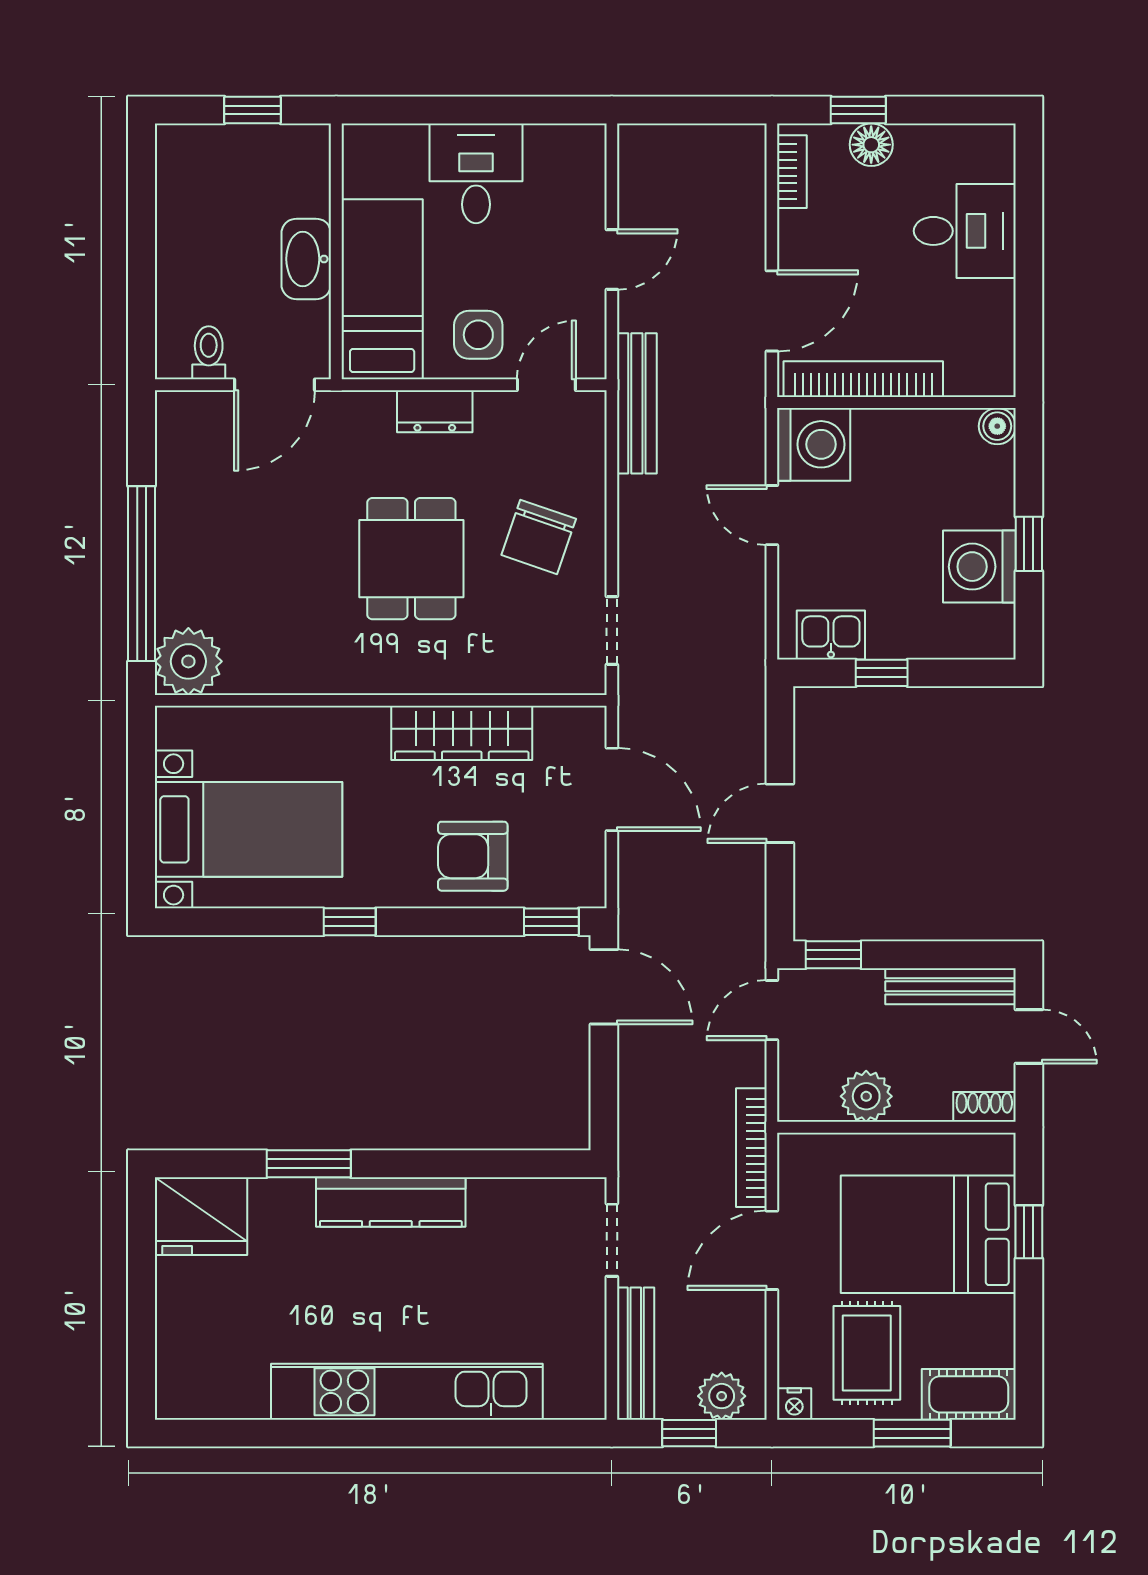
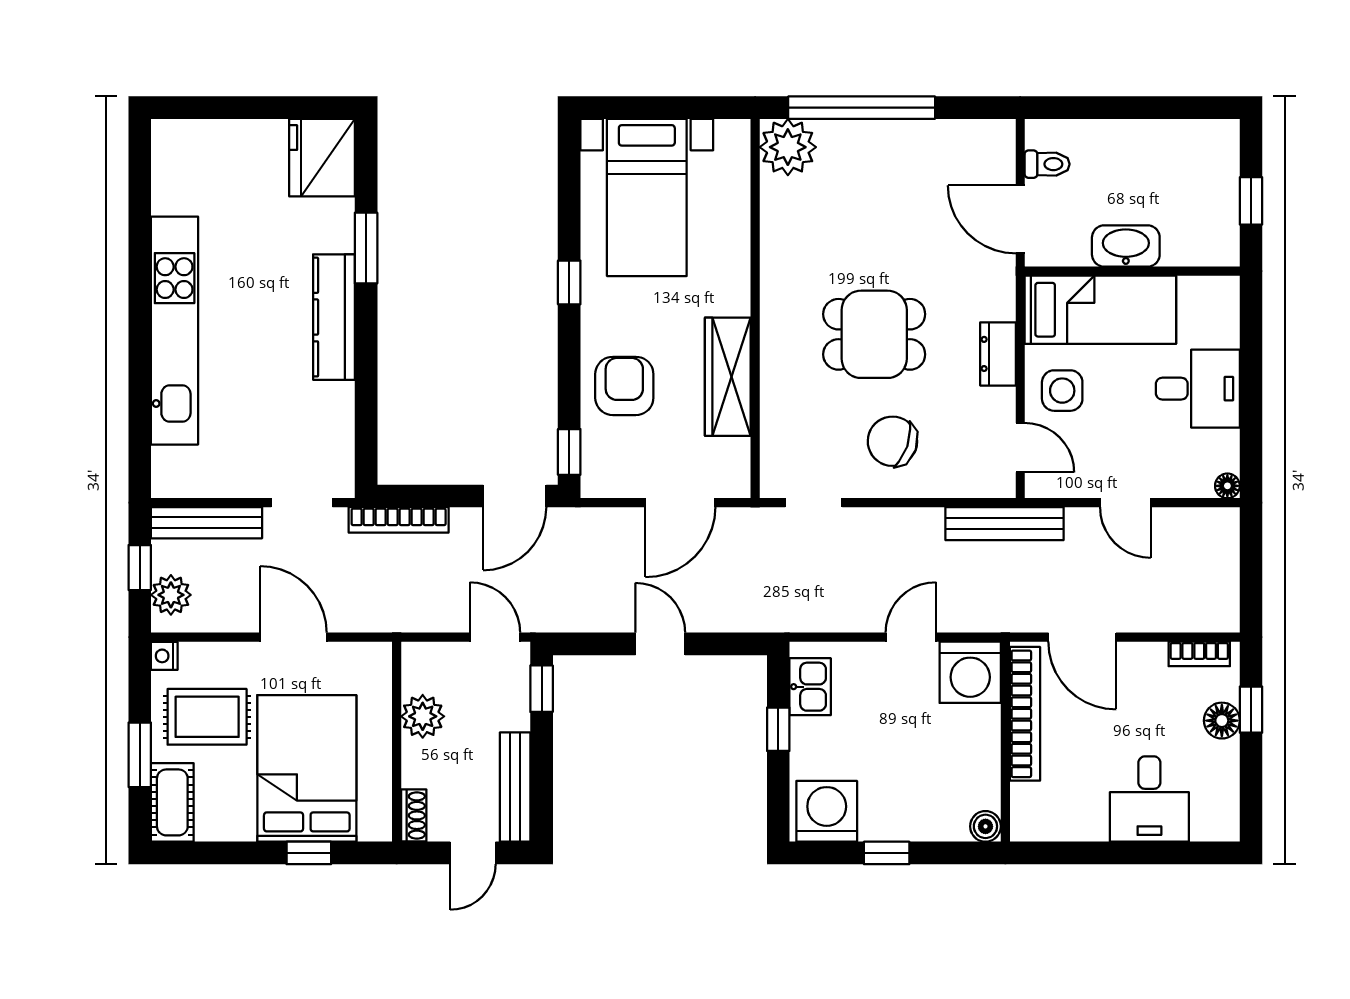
floor lamp: (592, 138) -> (1227, 486), added
washing machine: (979, 567) -> (827, 811), moved
bookcase: (751, 1148) -> (399, 520), moved, turned 180

